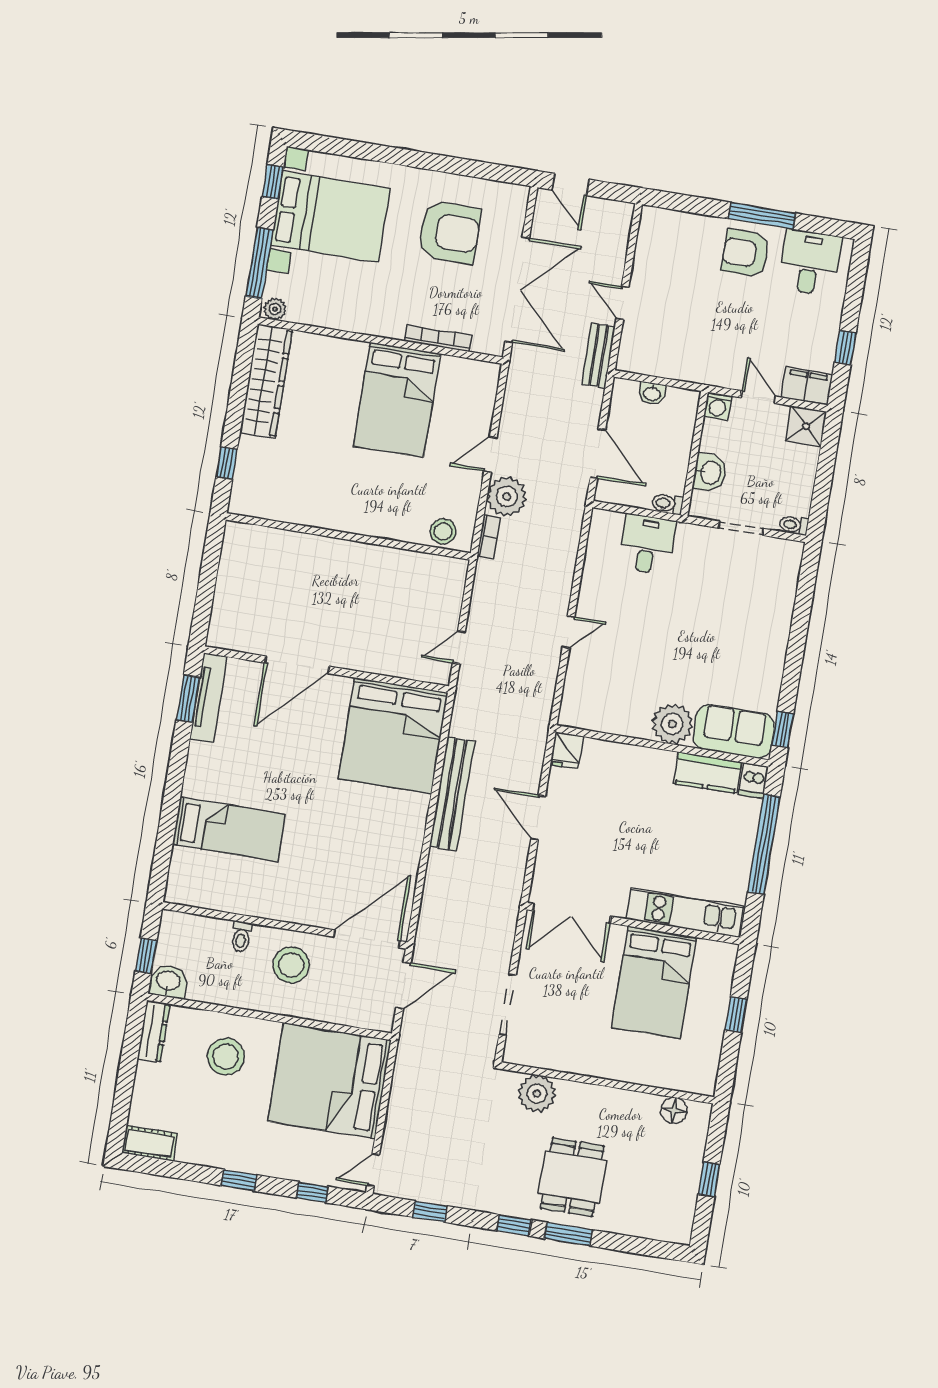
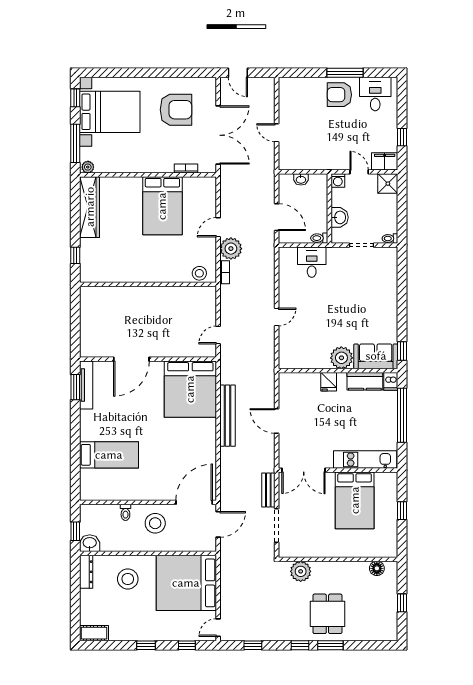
bookcase: (438, 338) -> (186, 168), width x0.64
bench: (599, 356) -> (268, 490), moved
fridge: (567, 751) -> (329, 382), moved

